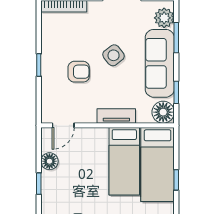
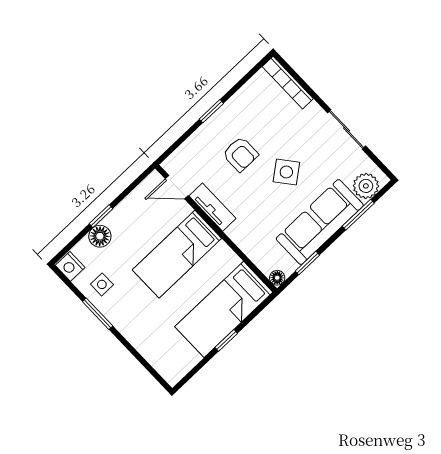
floor lamp: (163, 112) -> (277, 278), width x0.53, depth x0.53
tv unit: (116, 116) -> (212, 207), moved
floor lamp: (49, 161) -> (100, 236), moved
bed: (124, 161) -> (177, 254), moved

